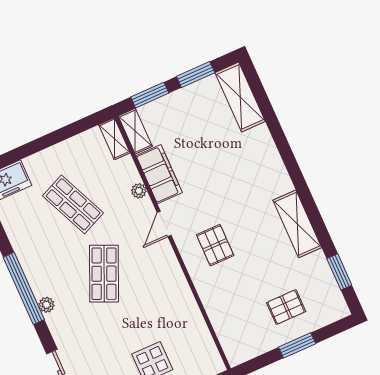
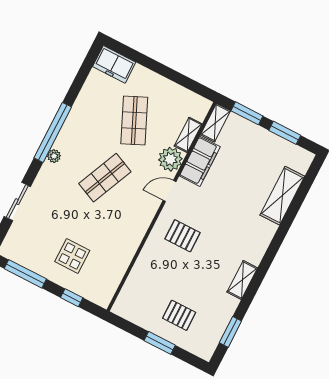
shelving: (240, 97) -> (282, 196), moved
shelving: (114, 139) -> (188, 135), moved
plant: (139, 191) -> (170, 159), width x1.88, depth x1.88
shelving: (297, 224) -> (242, 280), width x0.67, depth x0.75
pallet: (215, 245) -> (182, 236), turned 90

